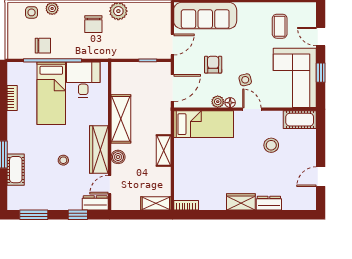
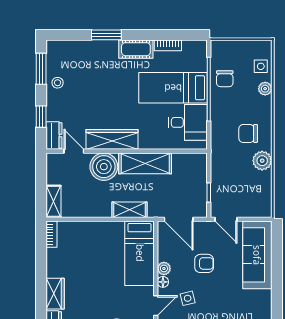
shelving: (164, 150) -> (129, 210), moved
boiler: (118, 157) -> (104, 167), width x1.86, depth x1.86
stool: (63, 160) -> (58, 83), moved
cot: (16, 170) -> (136, 49), moved

